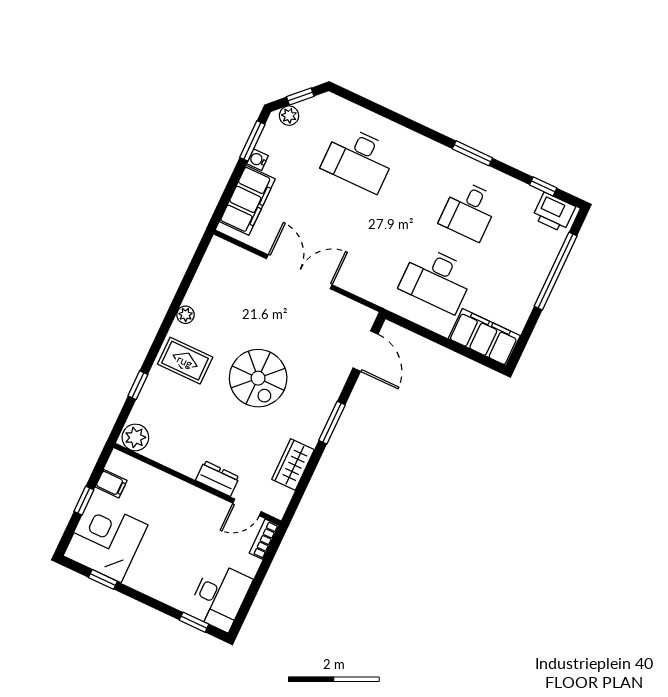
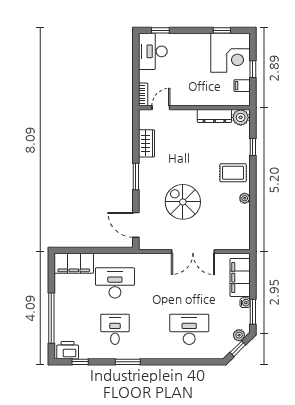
spiral stairs: (258, 378) -> (183, 202), moved
dresser: (217, 479) -> (214, 116), moved, width x1.44

